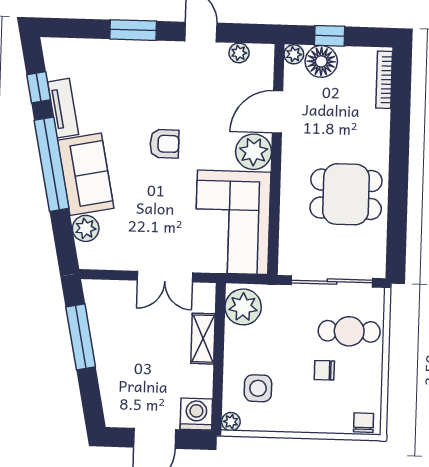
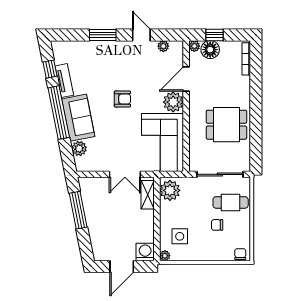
shelving: (203, 339) -> (148, 195), moved

